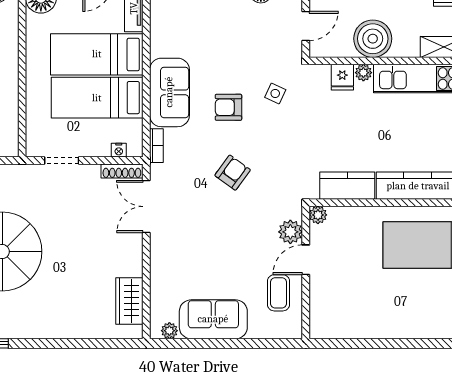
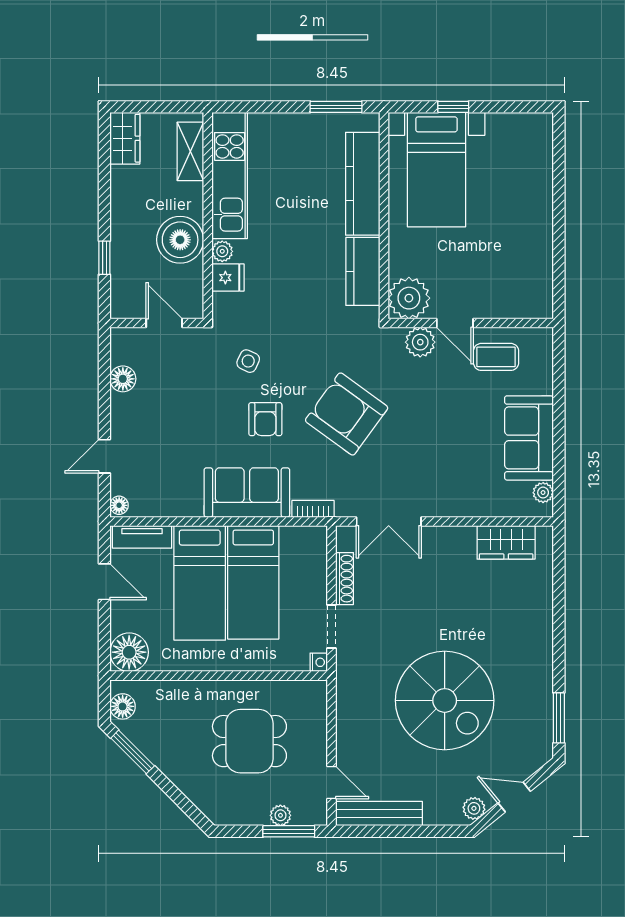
nightstand: (119, 150) -> (319, 662), moved
shoe rack: (122, 171) -> (345, 579), moved
armchair: (233, 173) -> (347, 414), width x1.88, depth x1.88
plant: (318, 215) -> (409, 298), width x1.88, depth x1.88

